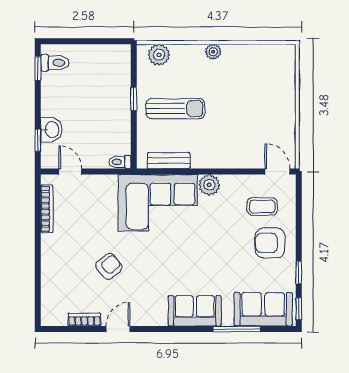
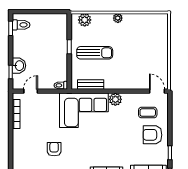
door: (70, 172) -> (31, 91), hinge flipped
armchair: (109, 266) -> (54, 149), turned -50

